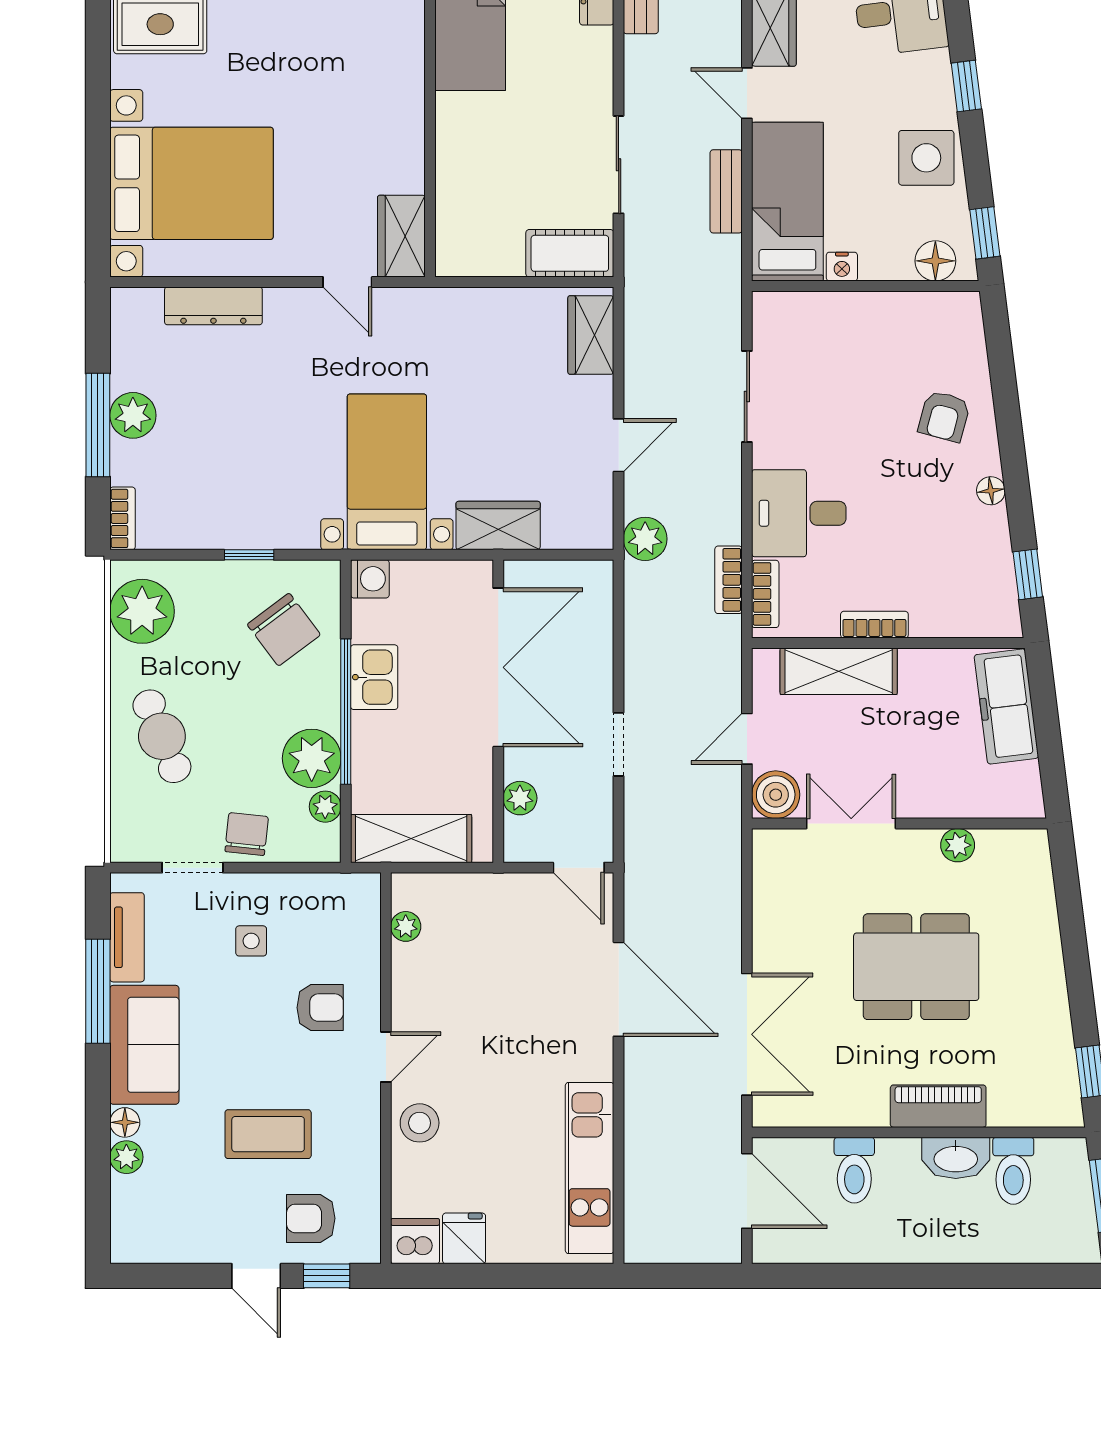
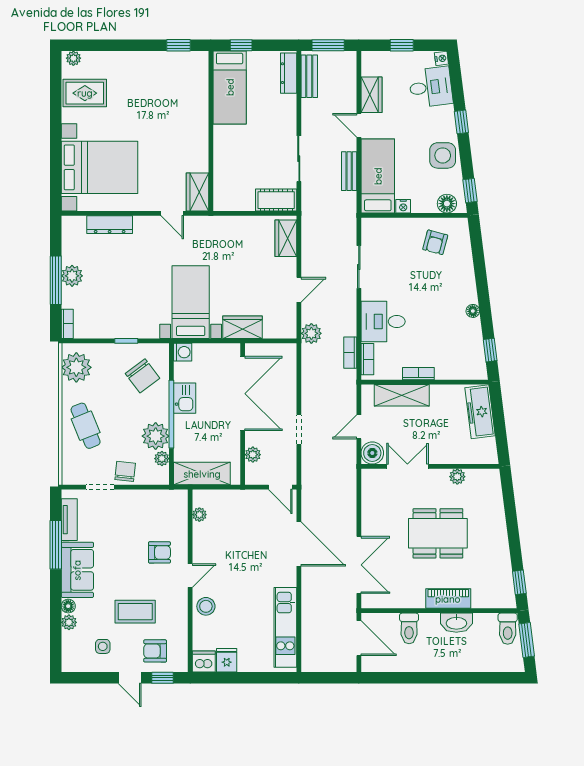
armchair: (944, 416) -> (435, 242), moved
side table: (251, 941) -> (103, 646), moved
toilet: (1013, 1171) -> (508, 629), moved

